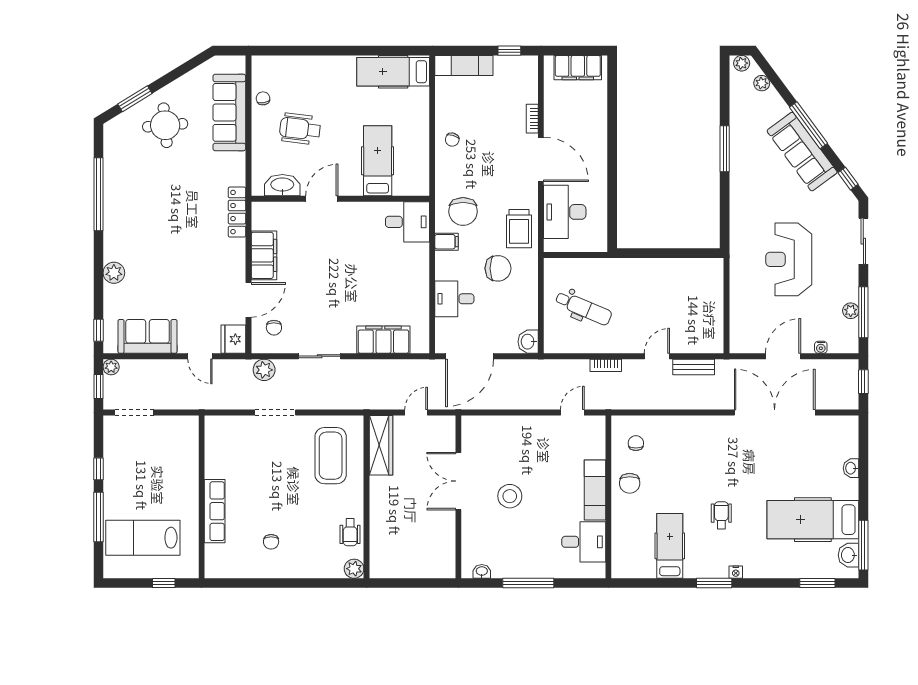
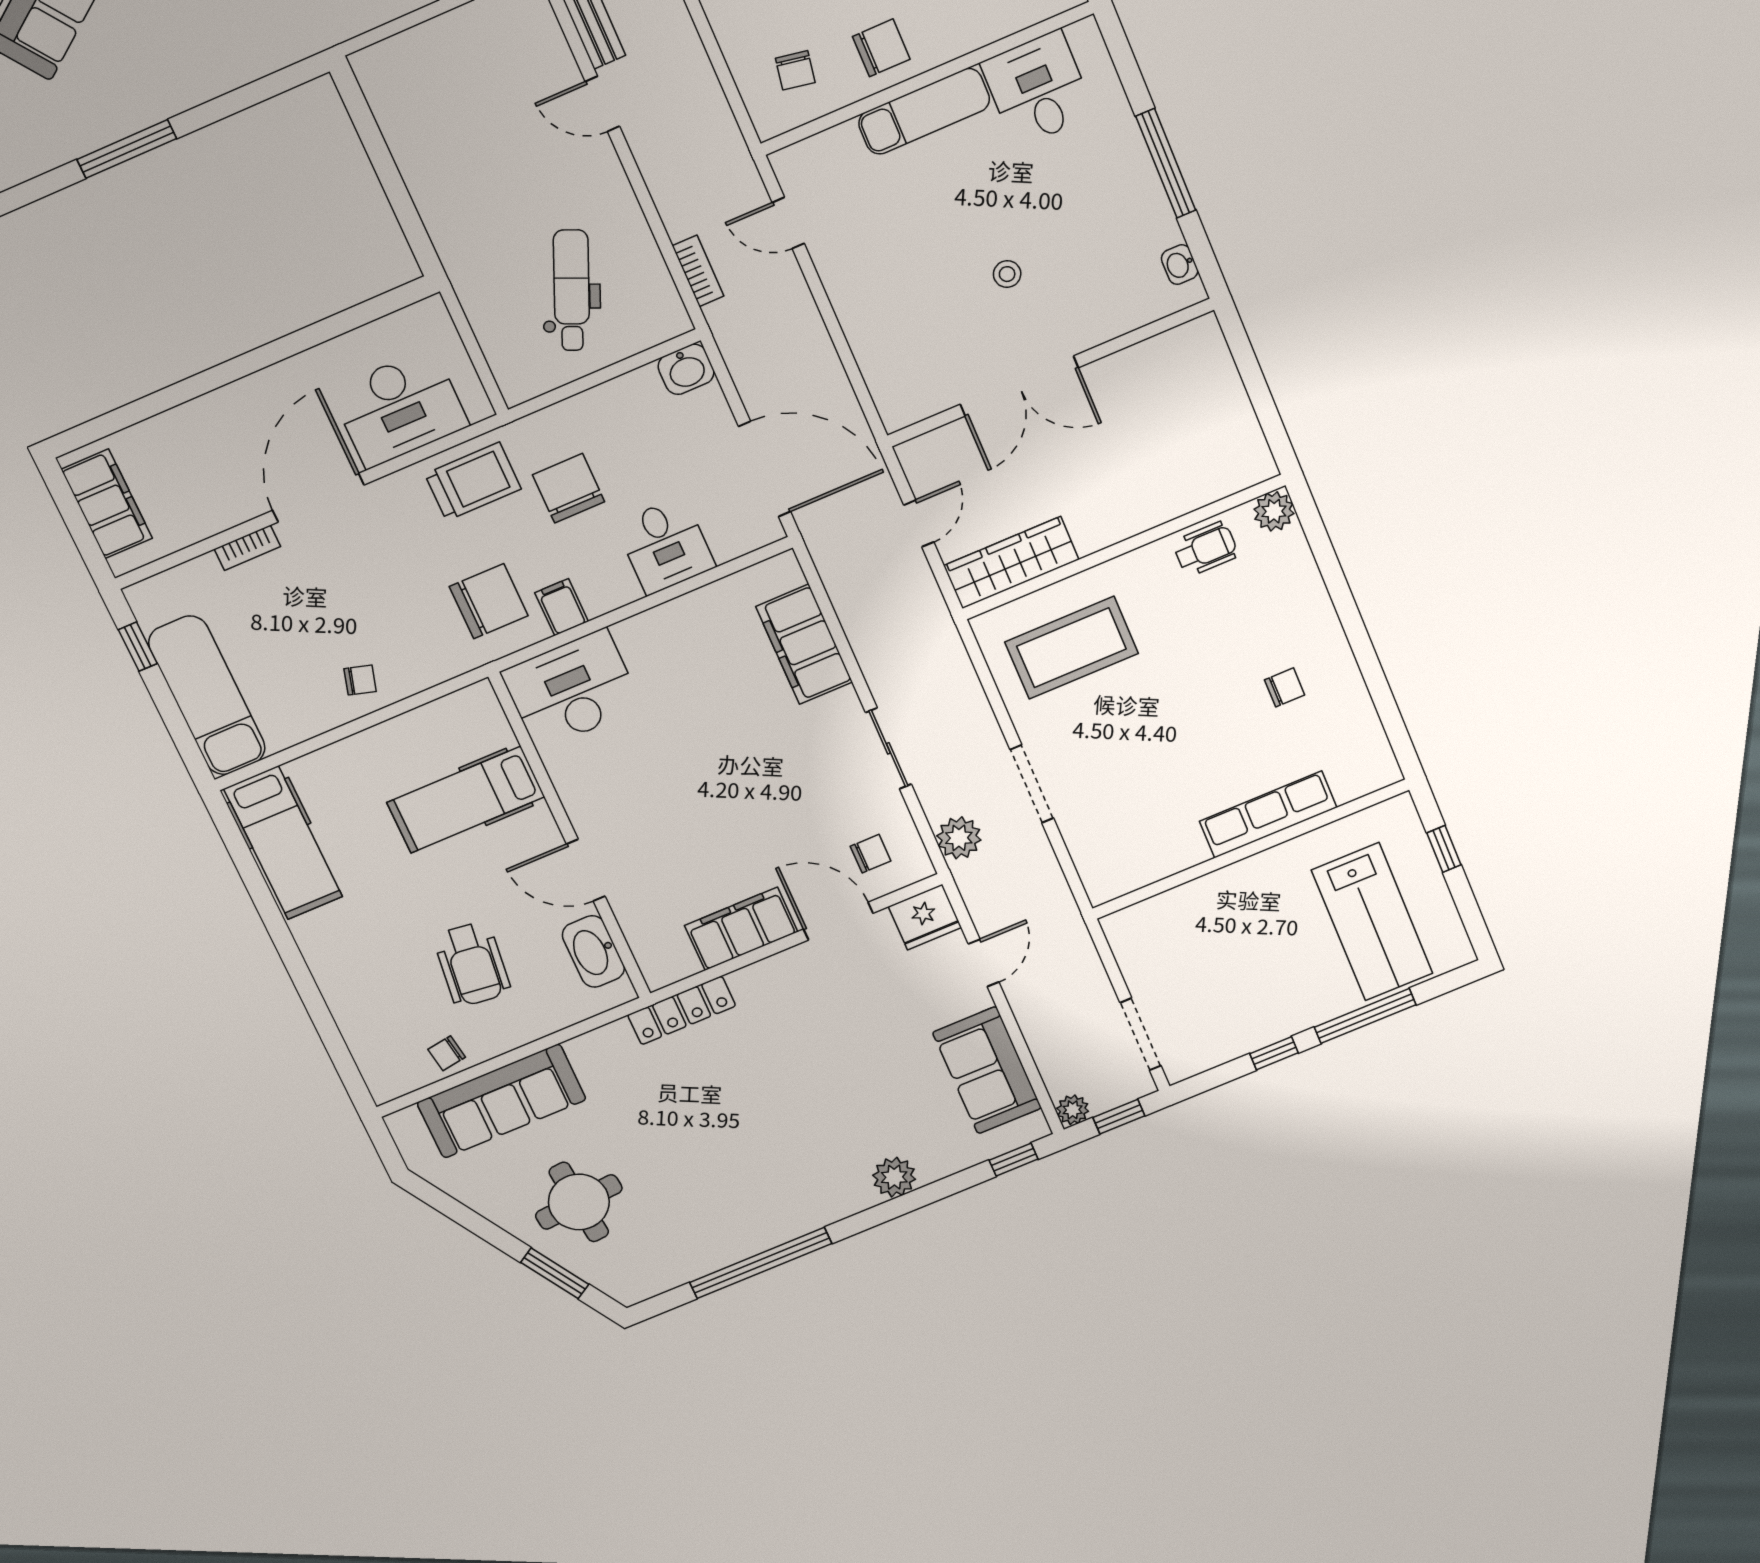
exam couch: (464, 65) -> (207, 696), width x1.36, depth x1.45
desk: (407, 222) -> (572, 690), width x1.37
bookcase: (606, 365) -> (698, 271), moved
door: (416, 412) -> (919, 523), swing flipped
chair: (636, 443) -> (795, 70), turned -80
stool: (510, 496) -> (1007, 274), width x0.53, depth x0.53

